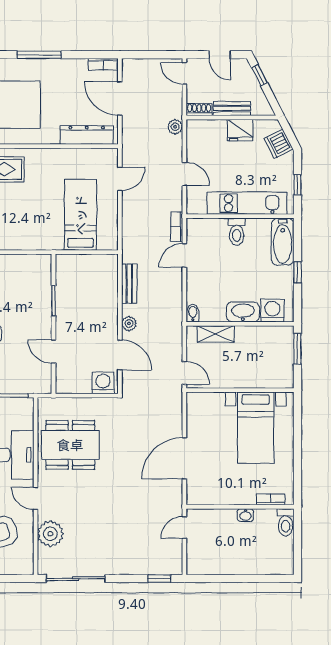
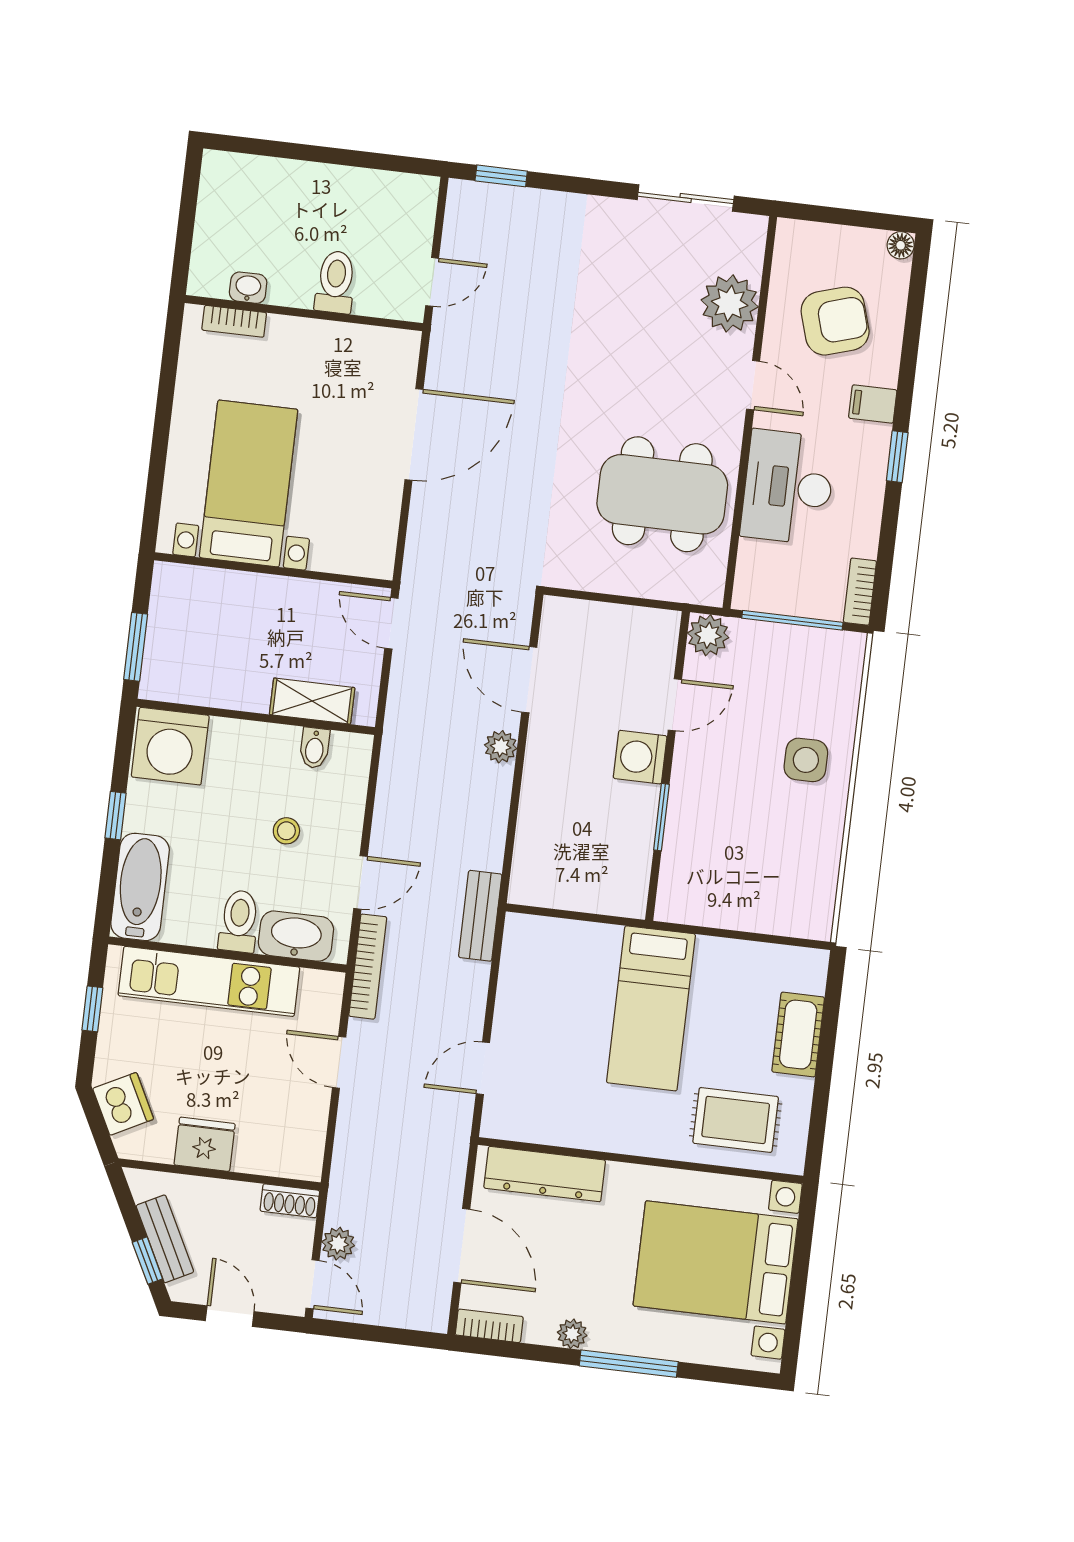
plant: (66, 65) -> (572, 1334), added
bench: (232, 109) -> (165, 1239), moved, turned 63
plant: (175, 127) -> (338, 1244), moved
bed: (81, 215) -> (651, 1008), moved
bookcase: (177, 227) -> (368, 967), width x1.56
stool: (220, 275) -> (286, 831), added
bench: (129, 284) -> (480, 916), moved
washing machine: (272, 310) -> (170, 746), width x1.37, depth x1.37
washbasin: (243, 312) -> (296, 936), moved, turned 180
bidet: (193, 313) -> (315, 748), moved
door: (53, 352) -> (675, 705), hinge flipped
washing machine: (103, 383) -> (640, 757), moved, turned 90
plant: (42, 384) -> (708, 635), added
washbasin: (245, 515) -> (248, 288), moved
toilet: (285, 522) -> (335, 282), moved
sliding door: (76, 579) -> (686, 198), width x0.73

